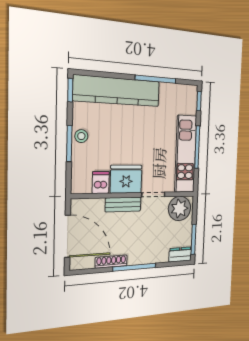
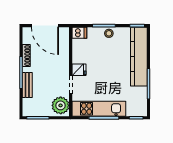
fridge: (126, 179) -> (79, 70), width x0.53, depth x0.75
dishwasher: (101, 182) -> (79, 33), moved
bench: (123, 205) -> (27, 85), moved
door: (68, 236) -> (45, 26), hinge flipped
dresser: (180, 254) -> (27, 107), removed

